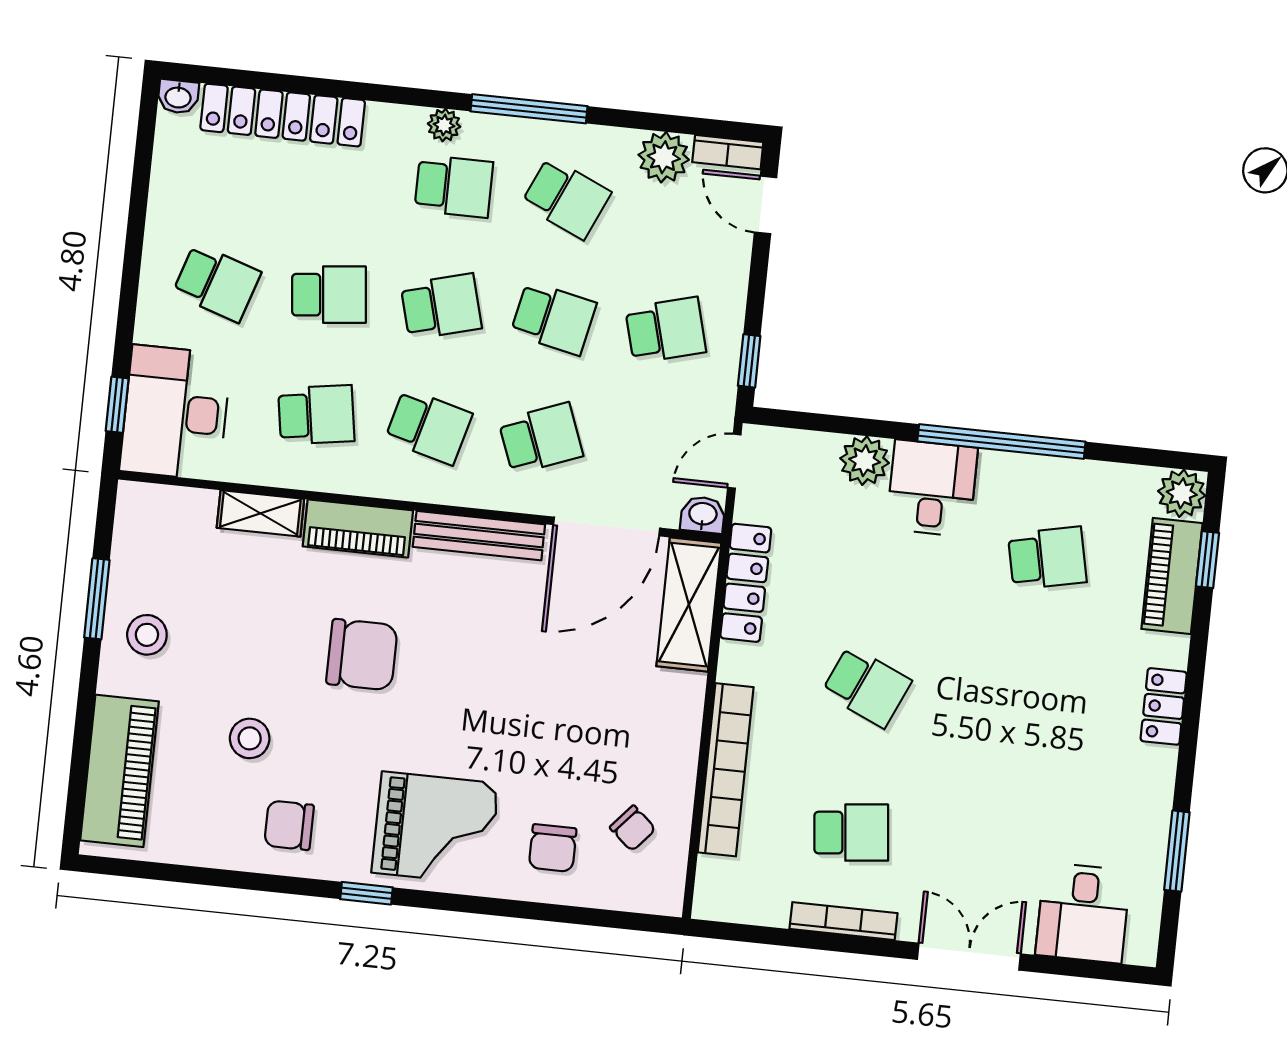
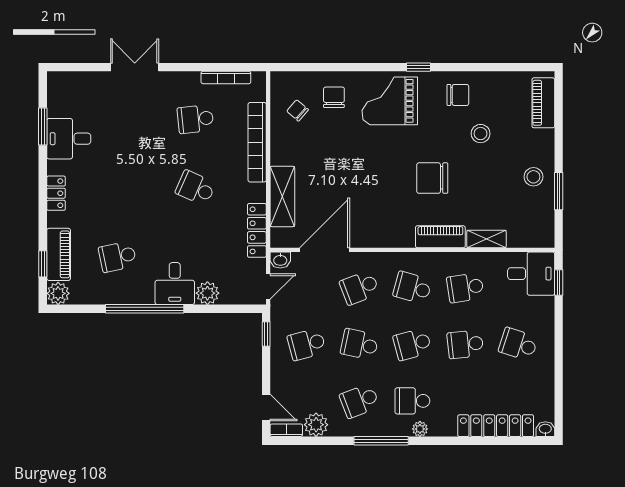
school desk: (566, 198) -> (359, 401), turned -45
desk: (175, 413) -> (531, 274), width x0.73
bench: (479, 536) -> (384, 239), removed
shelving: (689, 605) -> (282, 196), moved
piano: (119, 771) -> (543, 103), width x0.73, depth x0.75
desk: (1083, 913) -> (69, 139), moved, turned -90
bookcase: (844, 921) -> (226, 77), moved
double door: (969, 957) -> (135, 67), swing flipped

